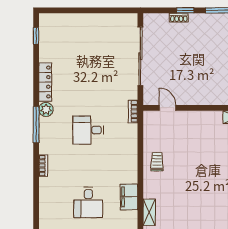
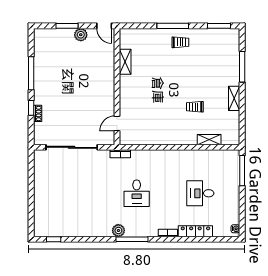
locker: (45, 82) -> (195, 231), moved
trolley: (157, 162) -> (195, 107), moved
filing cabinet: (129, 197) -> (196, 157), removed
desk: (88, 202) -> (200, 193), turned 180

